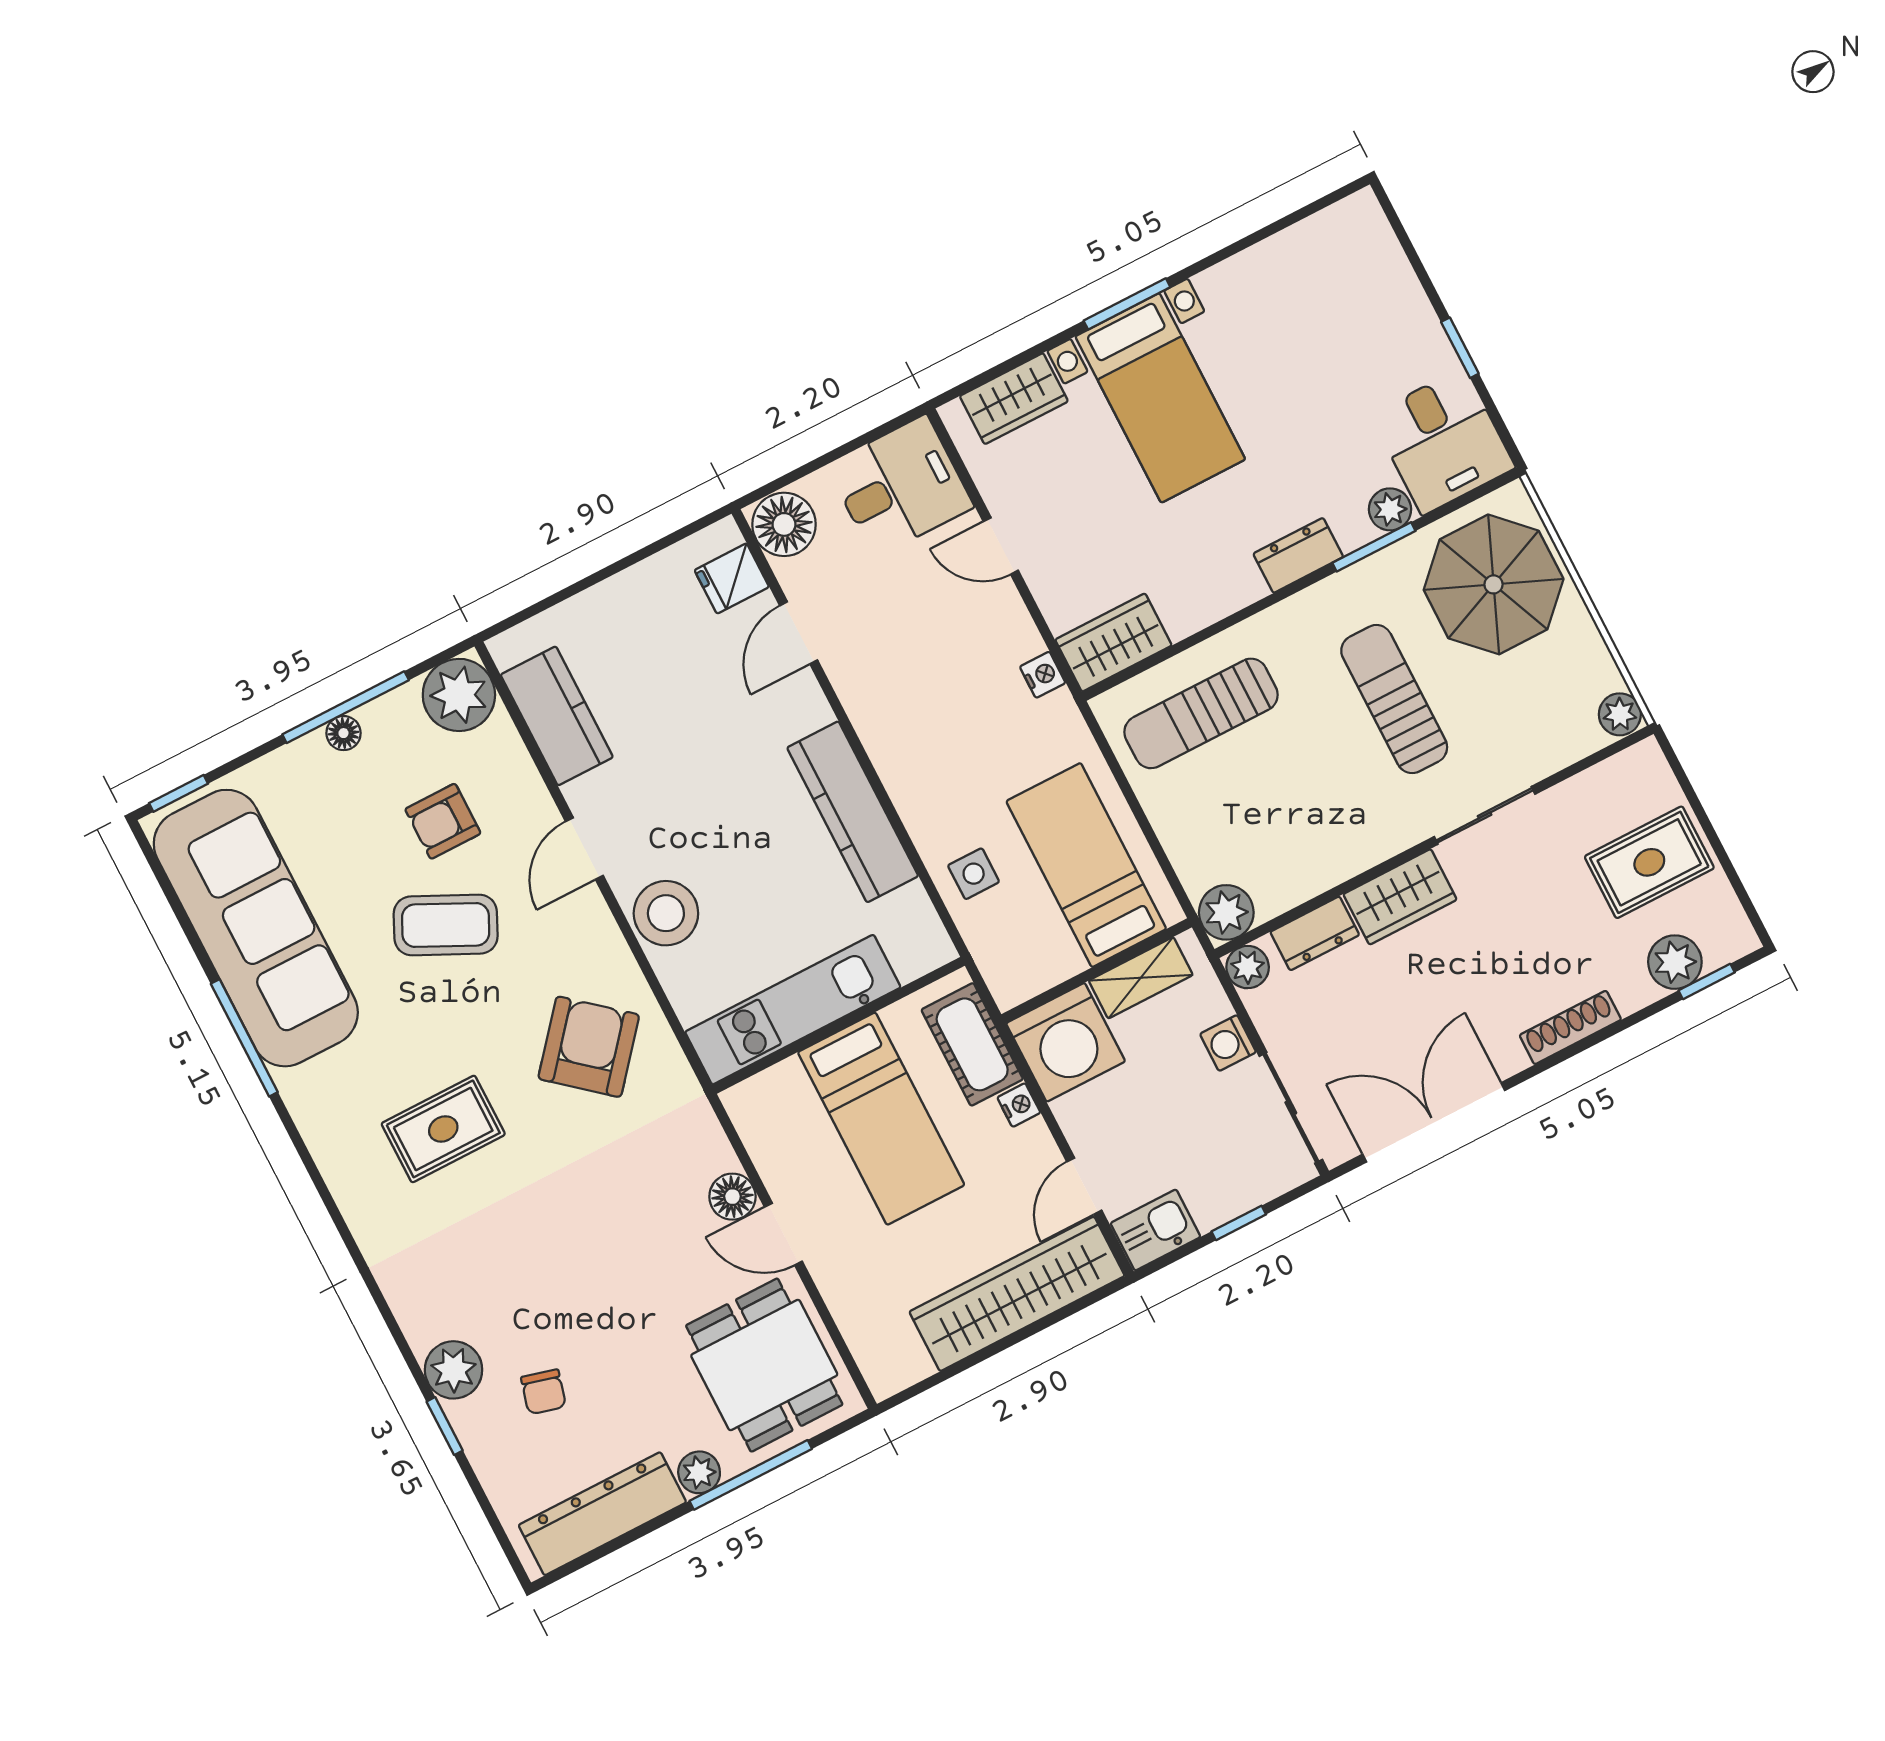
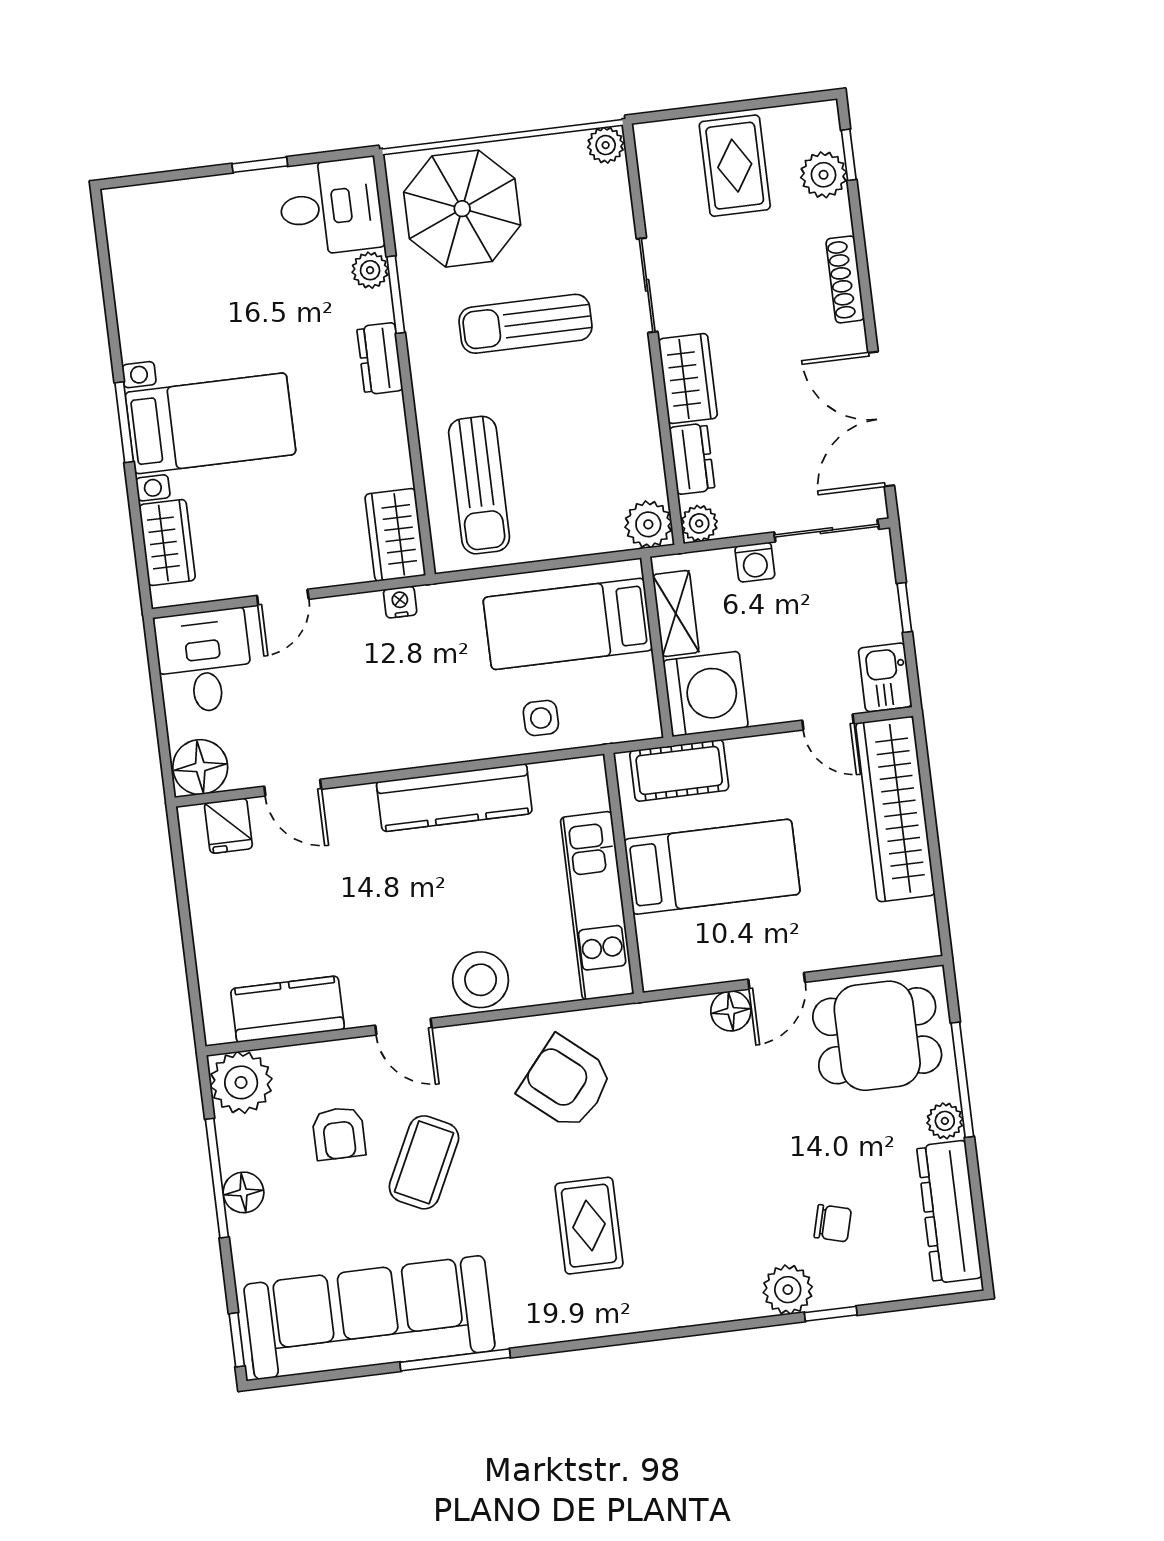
floor lamp: (344, 733) -> (243, 1192), width x1.37, depth x1.37
nightstand: (1019, 1105) -> (743, 751), removed

